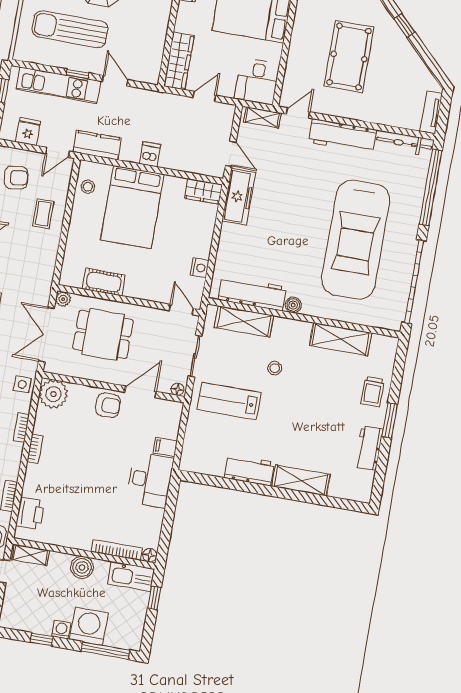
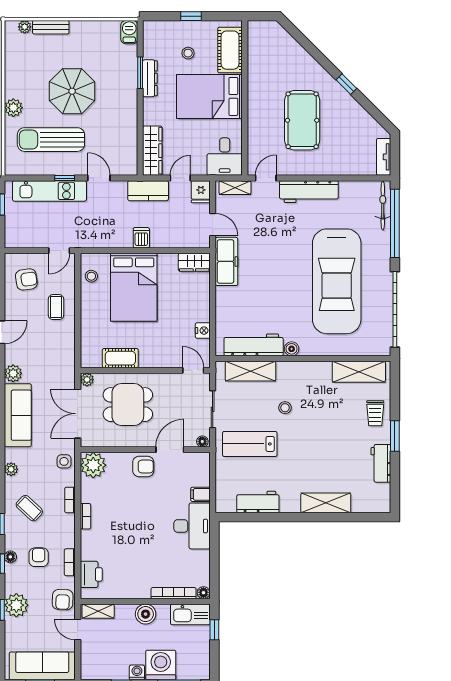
fridge: (28, 132) -> (201, 192), moved, turned 180
bicycle: (404, 143) -> (383, 205), moved, turned 90
kitchen counter: (97, 145) -> (148, 191), moved, turned 180
shelving: (341, 339) -> (359, 372), moved
workbench: (249, 470) -> (258, 502), moved

